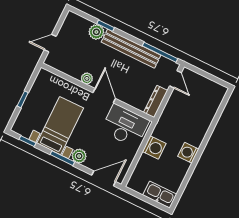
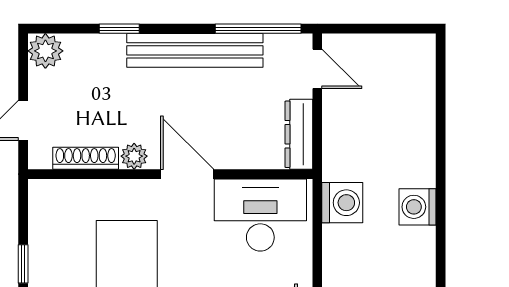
plant: (96, 32) -> (45, 51), moved
shoe rack: (67, 70) -> (86, 158), added
washing machine: (154, 148) -> (342, 203), moved

